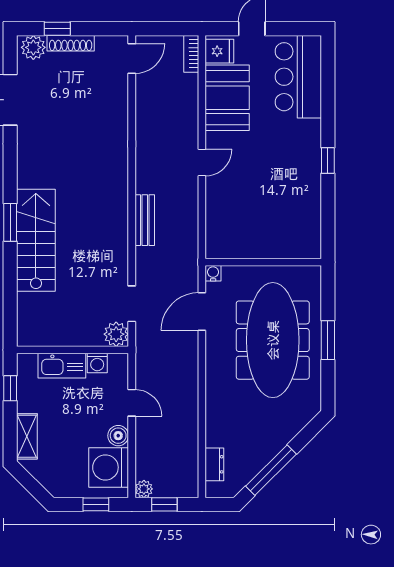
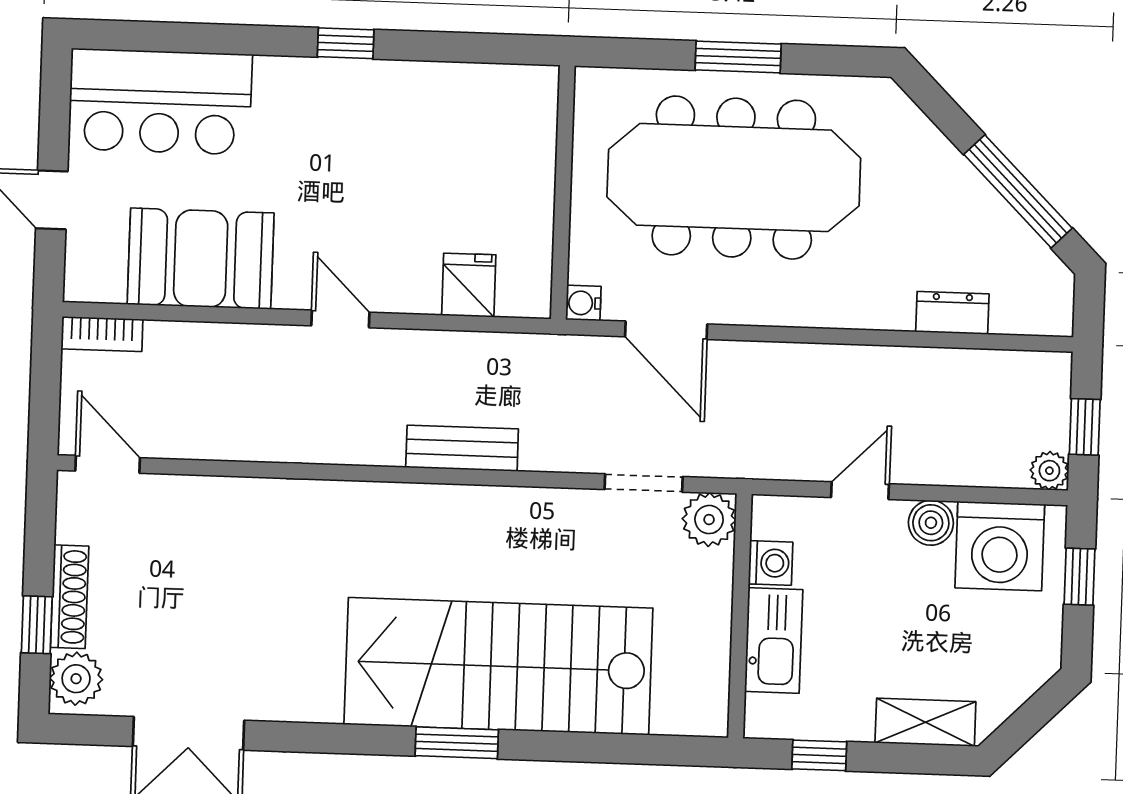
fridge: (219, 51) -> (469, 285), moved
stairs: (36, 240) -> (498, 666), width x1.36, depth x1.51
dresser: (214, 464) -> (952, 313), moved

